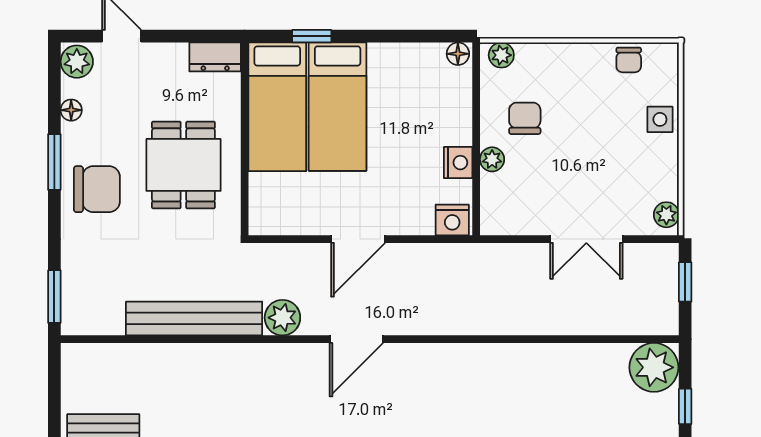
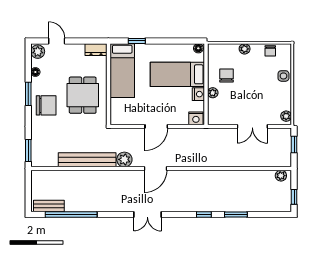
plant: (501, 55) -> (245, 49), moved
bed: (338, 107) -> (177, 74), moved, turned 90
plant: (654, 367) -> (281, 176), width x0.53, depth x0.53

